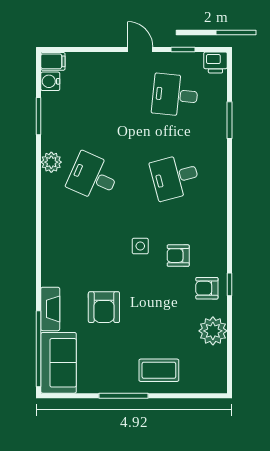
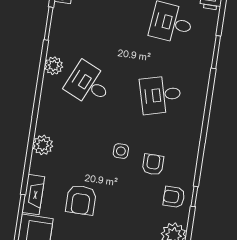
plant: (52, 252) -> (43, 145), added
armchair: (178, 256) -> (153, 164), turned 90

